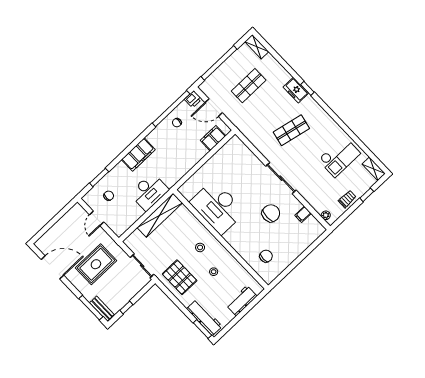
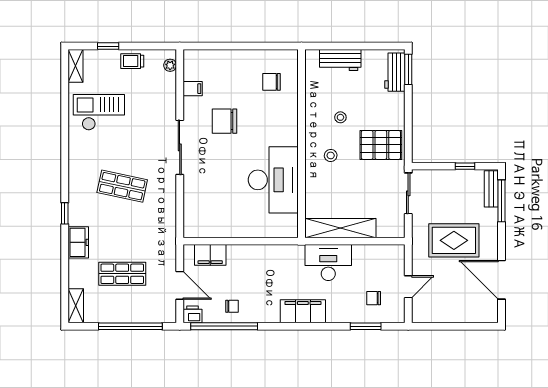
freezer: (296, 90) -> (78, 242), moved
pallet: (180, 277) -> (381, 145), turned 90
workbench: (204, 318) -> (395, 72), width x0.73

